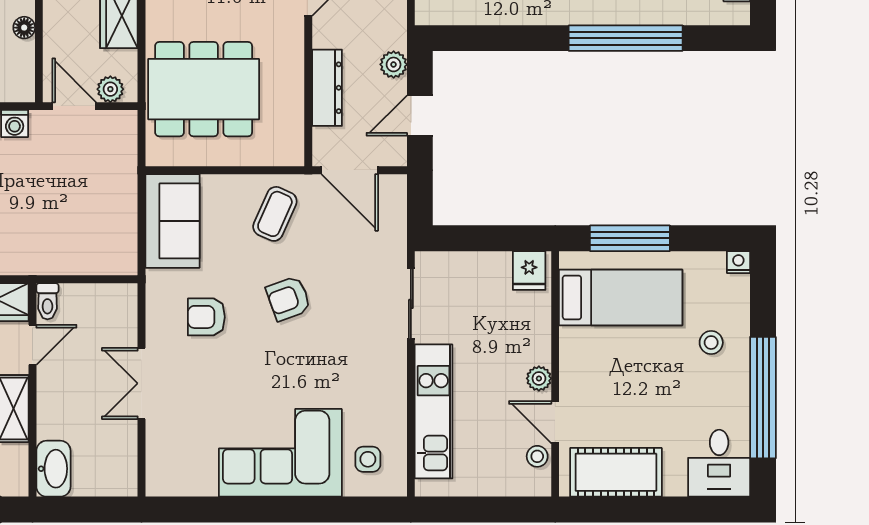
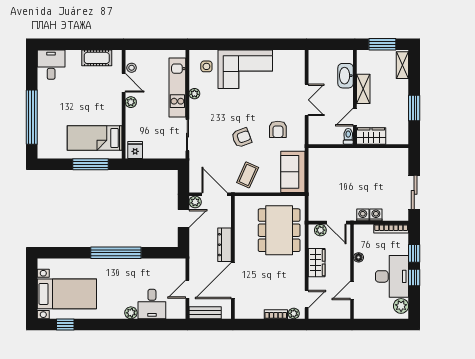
window: (626, 38) -> (116, 253), moved
plant: (394, 64) -> (195, 202), moved
dresser: (327, 88) -> (225, 245), moved
dining table: (204, 89) -> (279, 230), turned 90
nightstand: (738, 262) -> (43, 154), removed
armchair: (206, 317) -> (278, 129), turned 90
stool: (711, 343) -> (55, 118), removed
plant: (395, 398) -> (194, 94), added
window: (763, 398) -> (32, 117), moved
washbasin: (53, 469) -> (346, 76), moved
cot: (616, 472) -> (97, 58), width x0.73, depth x0.75

